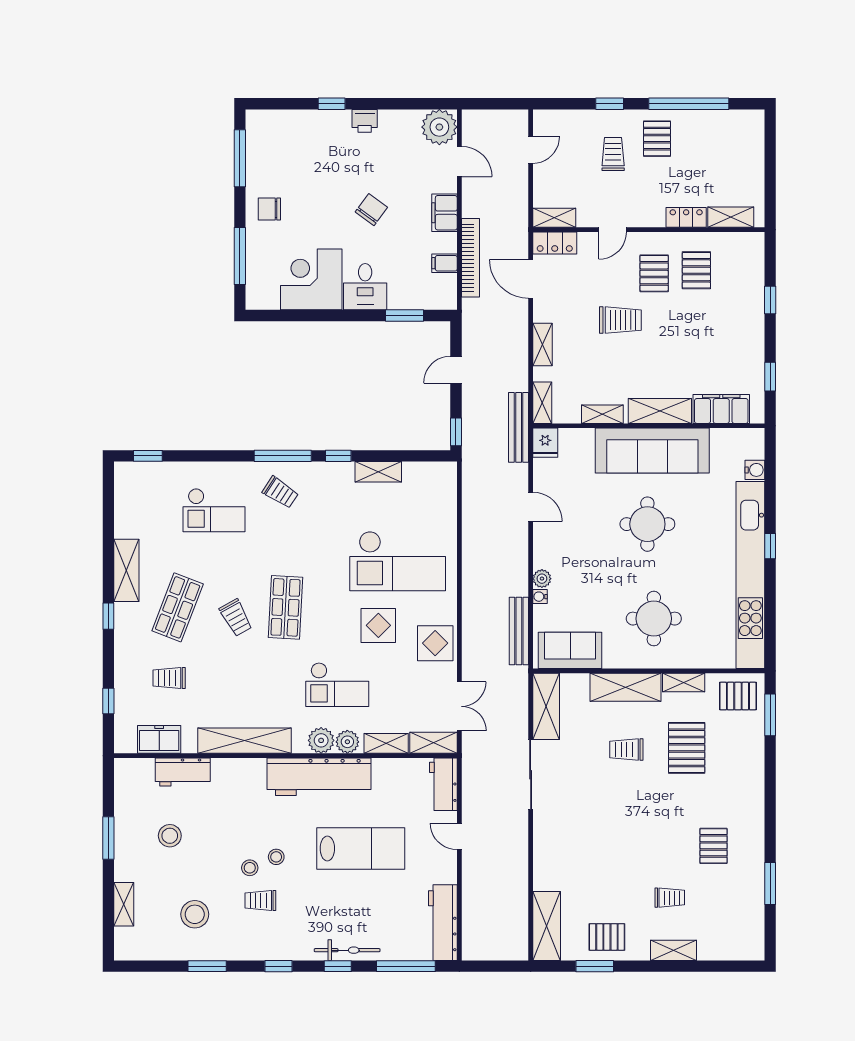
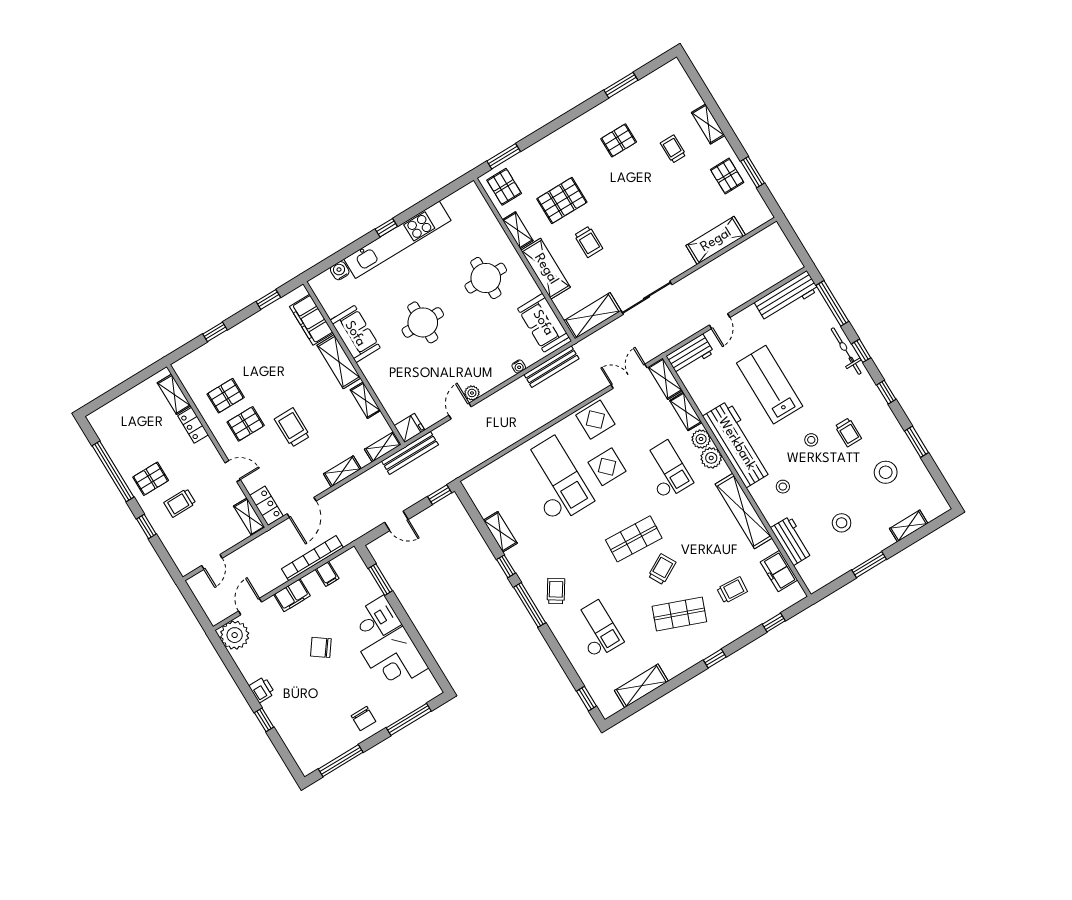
door: (531, 150) -> (212, 562), swing flipped
sofa: (652, 451) -> (355, 334), width x0.54, depth x0.79
shelving: (126, 570) -> (641, 686), moved
kitchen unit: (750, 575) -> (397, 240), width x0.73
plant: (542, 579) -> (472, 393), moved
trolley: (169, 678) -> (732, 590), turned -86
stool: (250, 868) -> (783, 487), moved
shelving: (547, 926) -> (716, 240), moved

